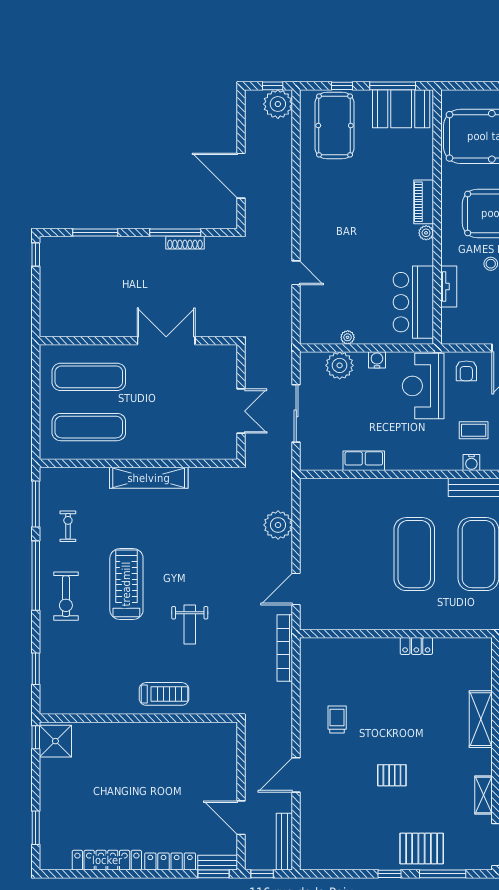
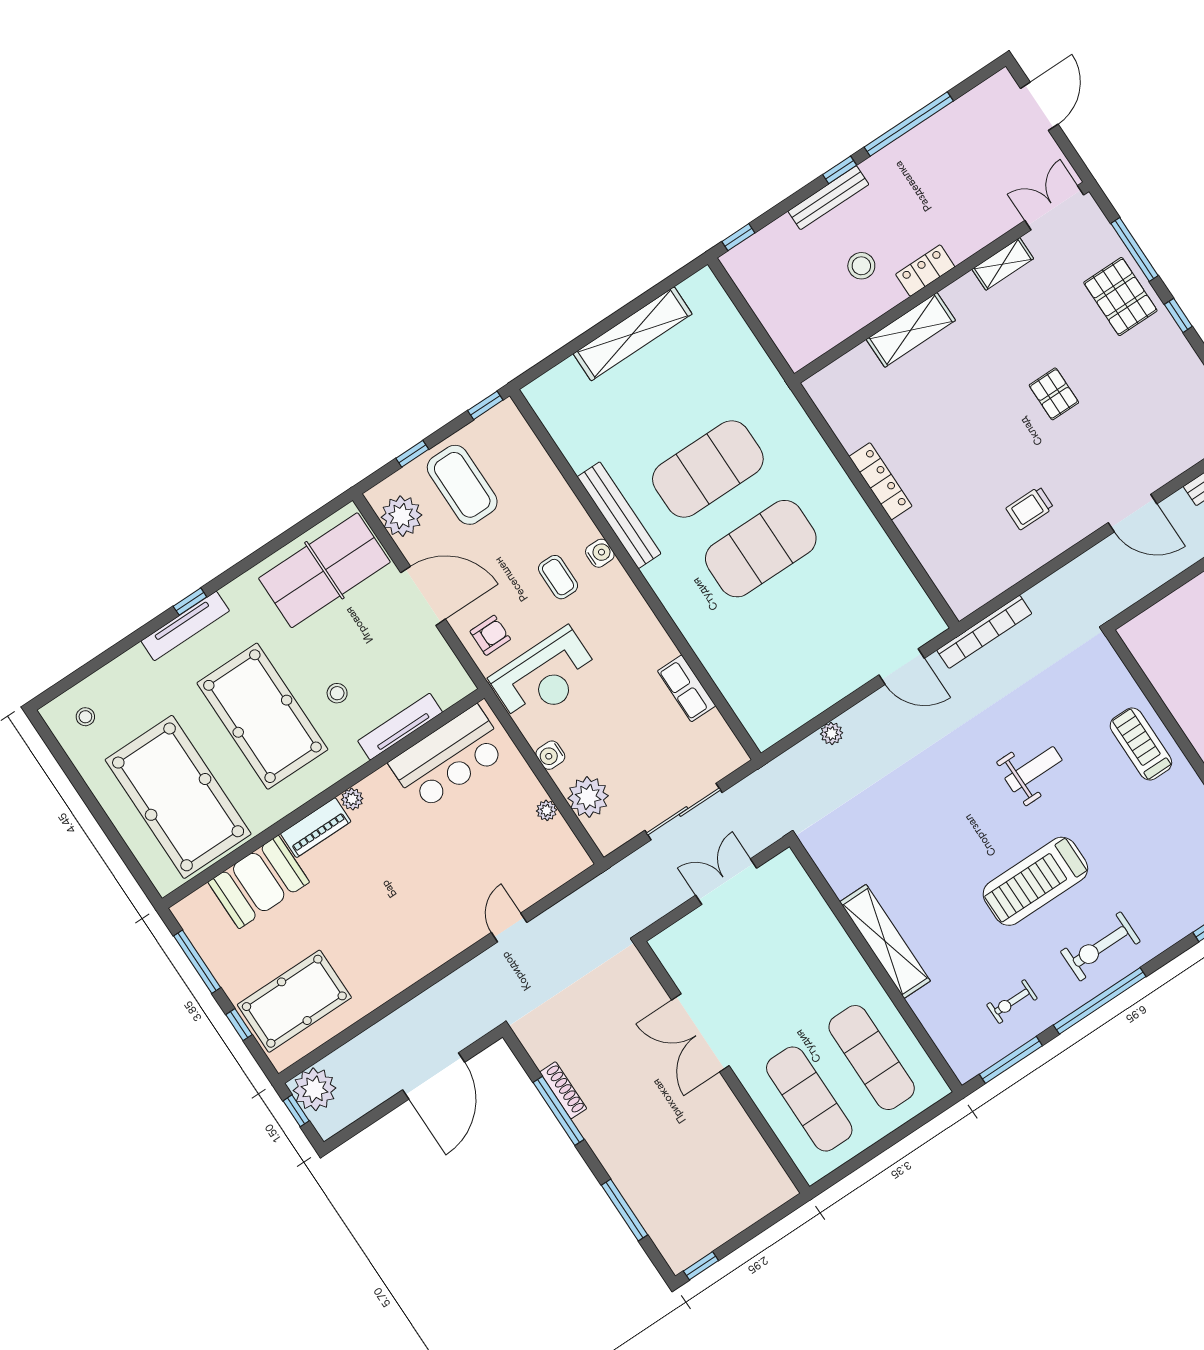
booth: (401, 109) -> (259, 882), moved, turned 90
tv unit: (449, 286) -> (400, 727), width x1.41
plant: (278, 525) -> (832, 733), width x0.53, depth x0.53
exercise bike: (66, 596) -> (1100, 946), turned 180
locker: (416, 646) -> (881, 481), width x1.53

